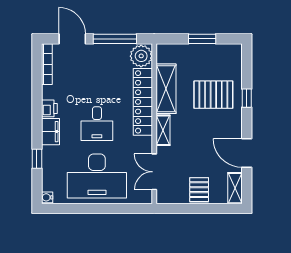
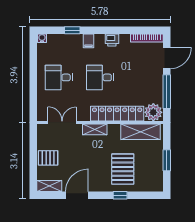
shelving: (166, 89) -> (141, 132), moved
filing cabinet: (50, 132) -> (89, 41), width x0.50
desk: (97, 176) -> (59, 77), width x0.53, depth x0.77

